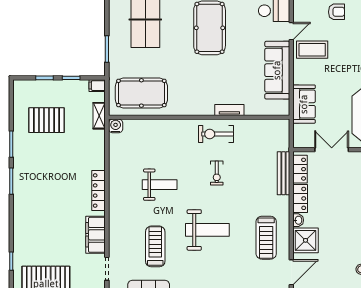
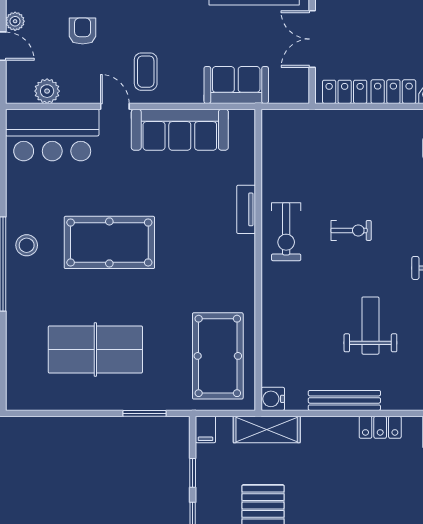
coffee table: (312, 50) -> (146, 72), width x0.73, depth x0.77
shelving: (99, 116) -> (267, 429), width x1.50, depth x1.33
bench: (284, 173) -> (344, 400), moved
locker: (99, 190) -> (380, 427), width x0.66

